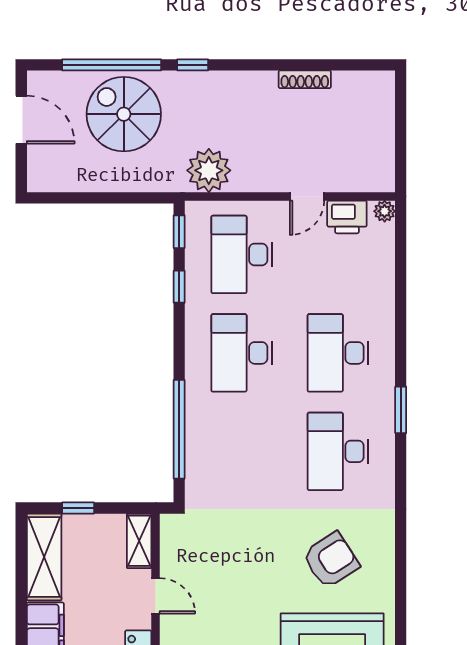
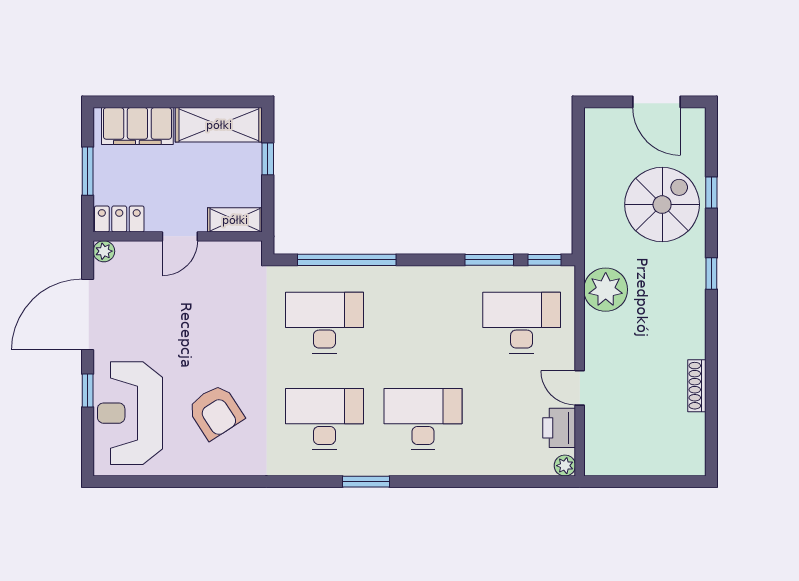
window: (112, 65) -> (711, 192), width x0.32
door: (21, 120) -> (657, 102), hinge flipped
window: (179, 287) -> (489, 260), width x1.50
desk: (242, 353) -> (324, 323), moved

